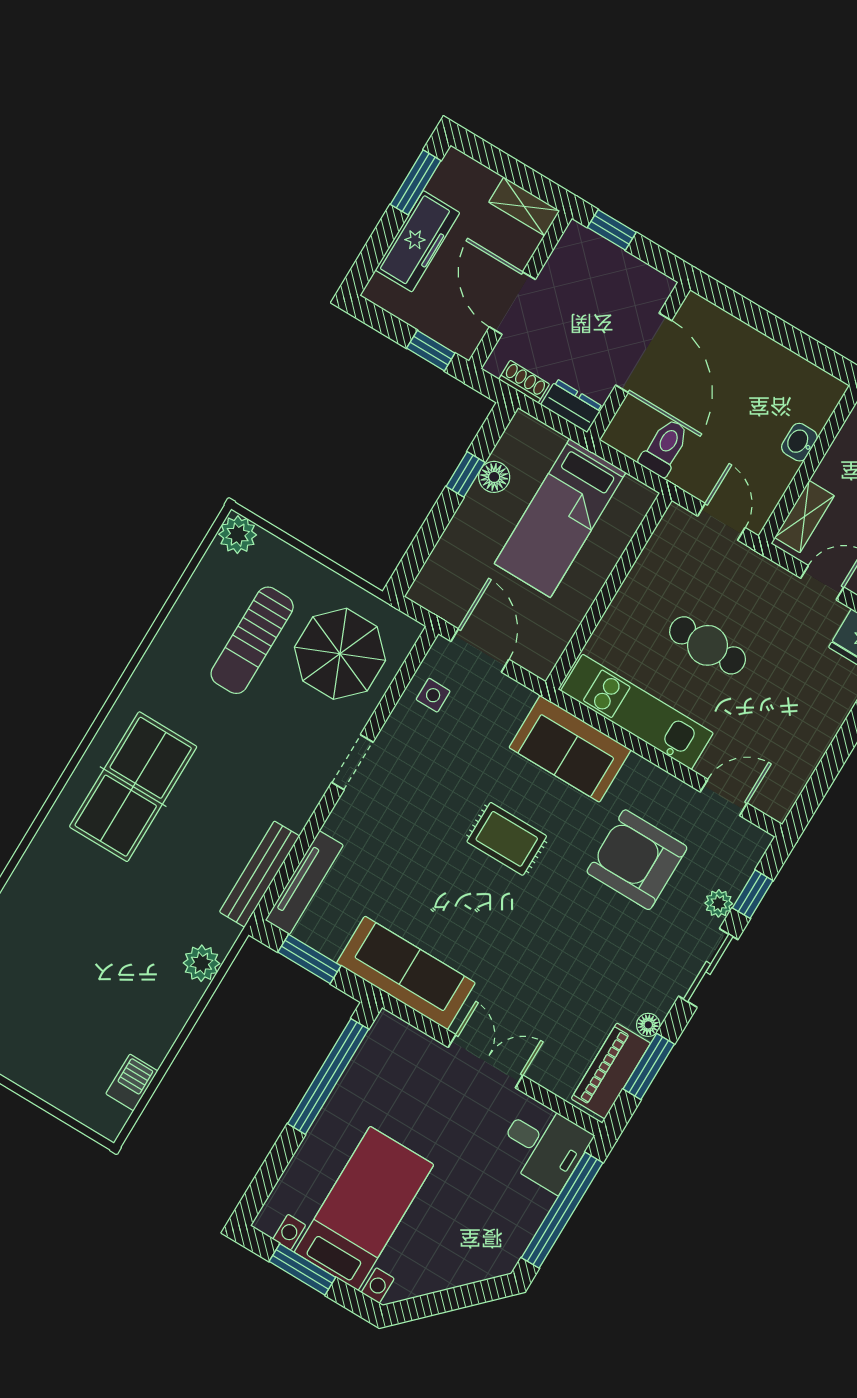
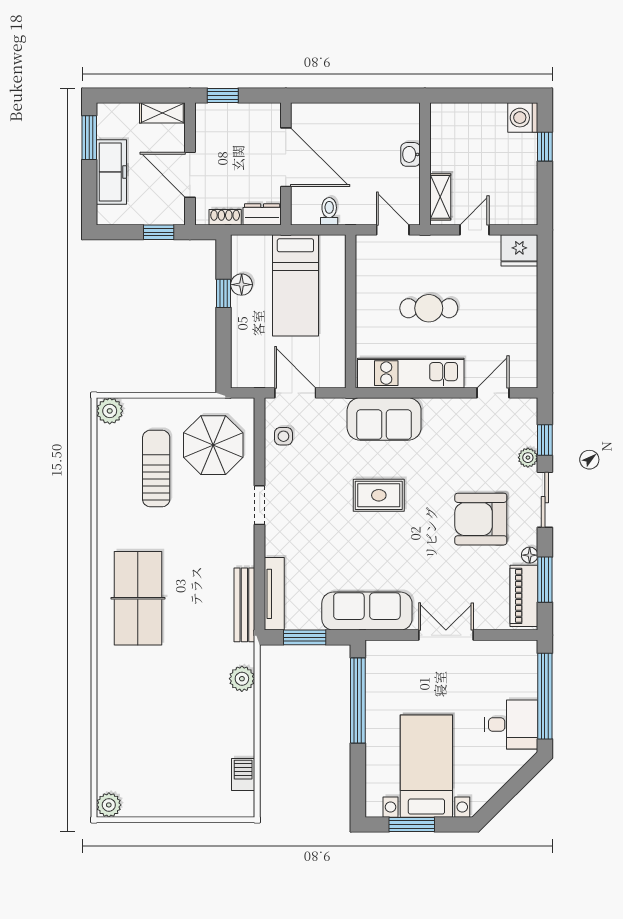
toilet: (665, 447) -> (329, 211), width x0.73, depth x0.72
sun lounger: (252, 640) -> (156, 469), turned 180
armchair: (637, 860) -> (481, 519), moved
desk: (544, 1146) -> (511, 725), moved

